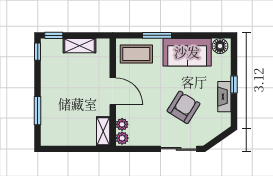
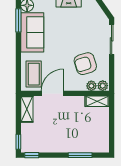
window: (157, 35) -> (18, 20), moved
shelving: (80, 46) -> (27, 109), moved
door: (113, 91) -> (52, 93), moved
armchair: (184, 107) -> (85, 64), moved, turned -49

